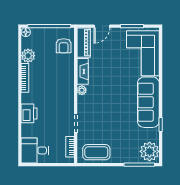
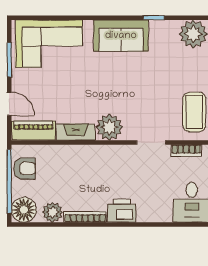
floor lamp: (26, 32) -> (24, 210), width x1.89, depth x1.89
armchair: (64, 46) -> (25, 168), moved
plant: (82, 90) -> (109, 127), width x1.88, depth x1.88
sofa: (148, 102) -> (121, 36), width x0.73
printer: (29, 113) -> (122, 211), moved

